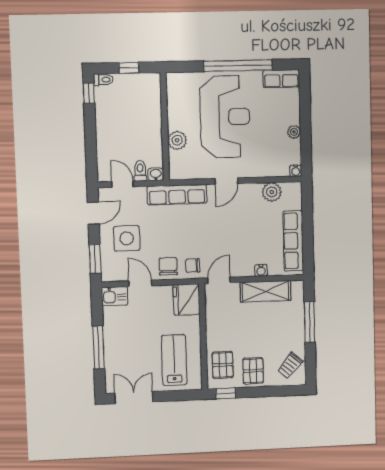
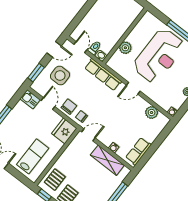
row of seats: (293, 241) -> (138, 151), width x0.68

